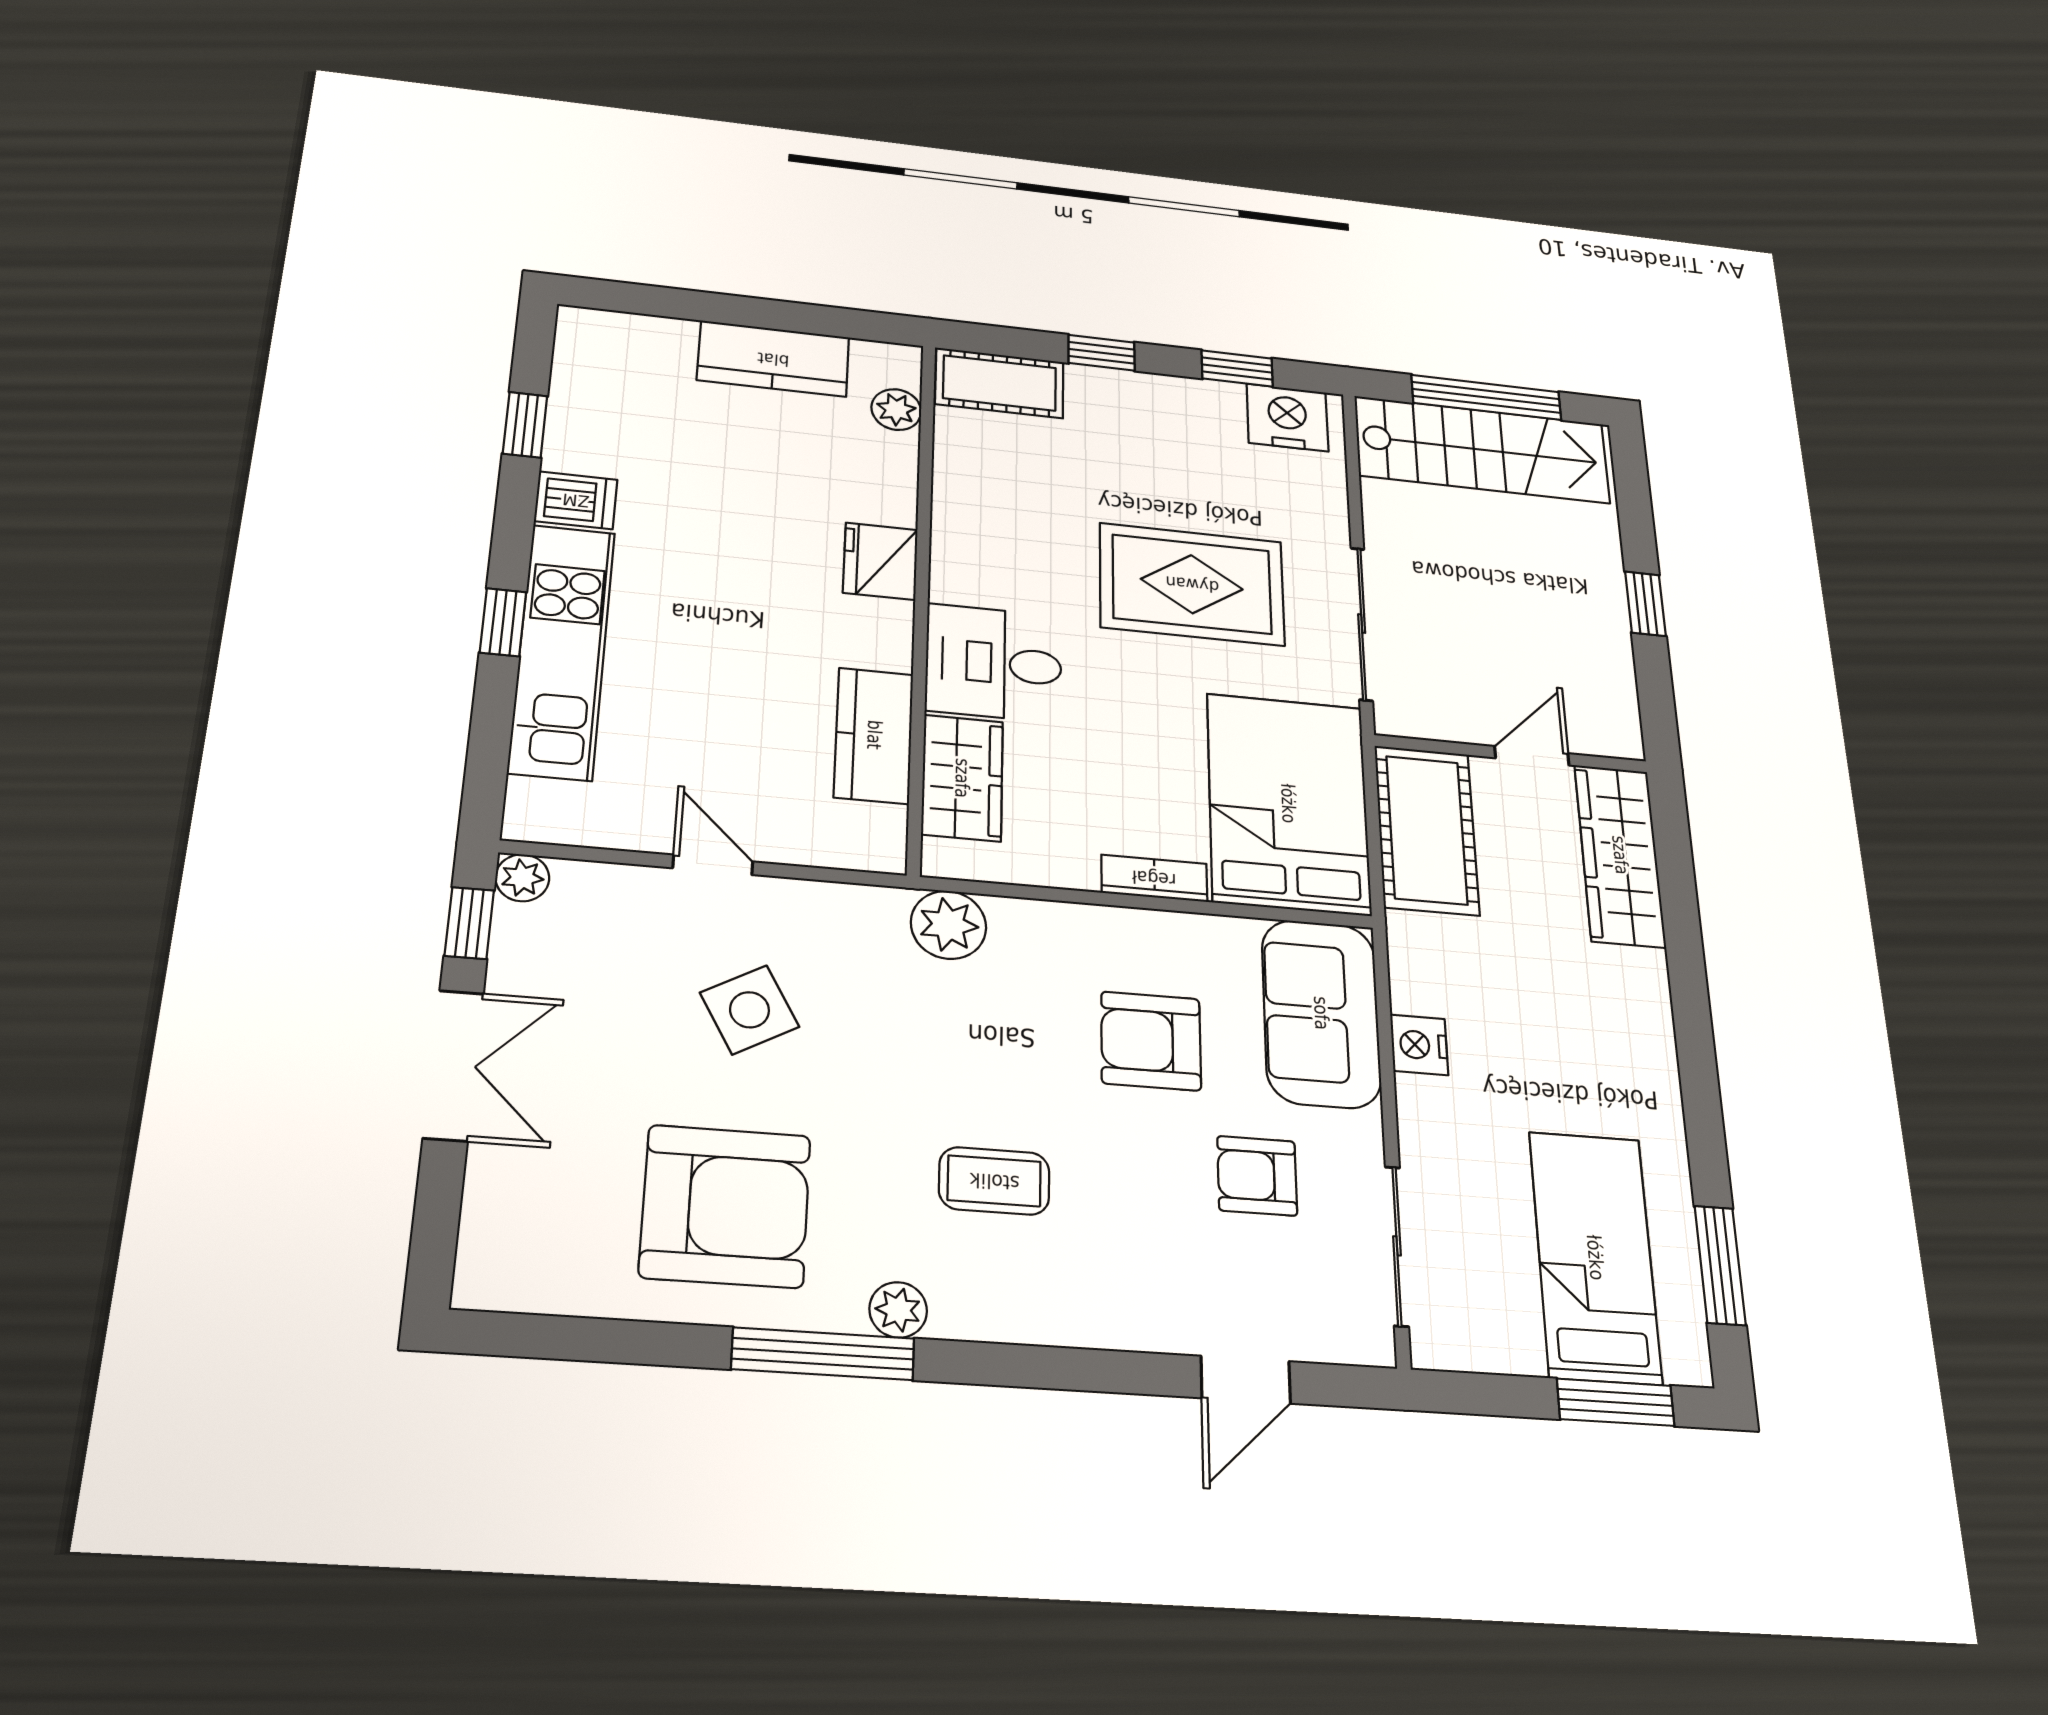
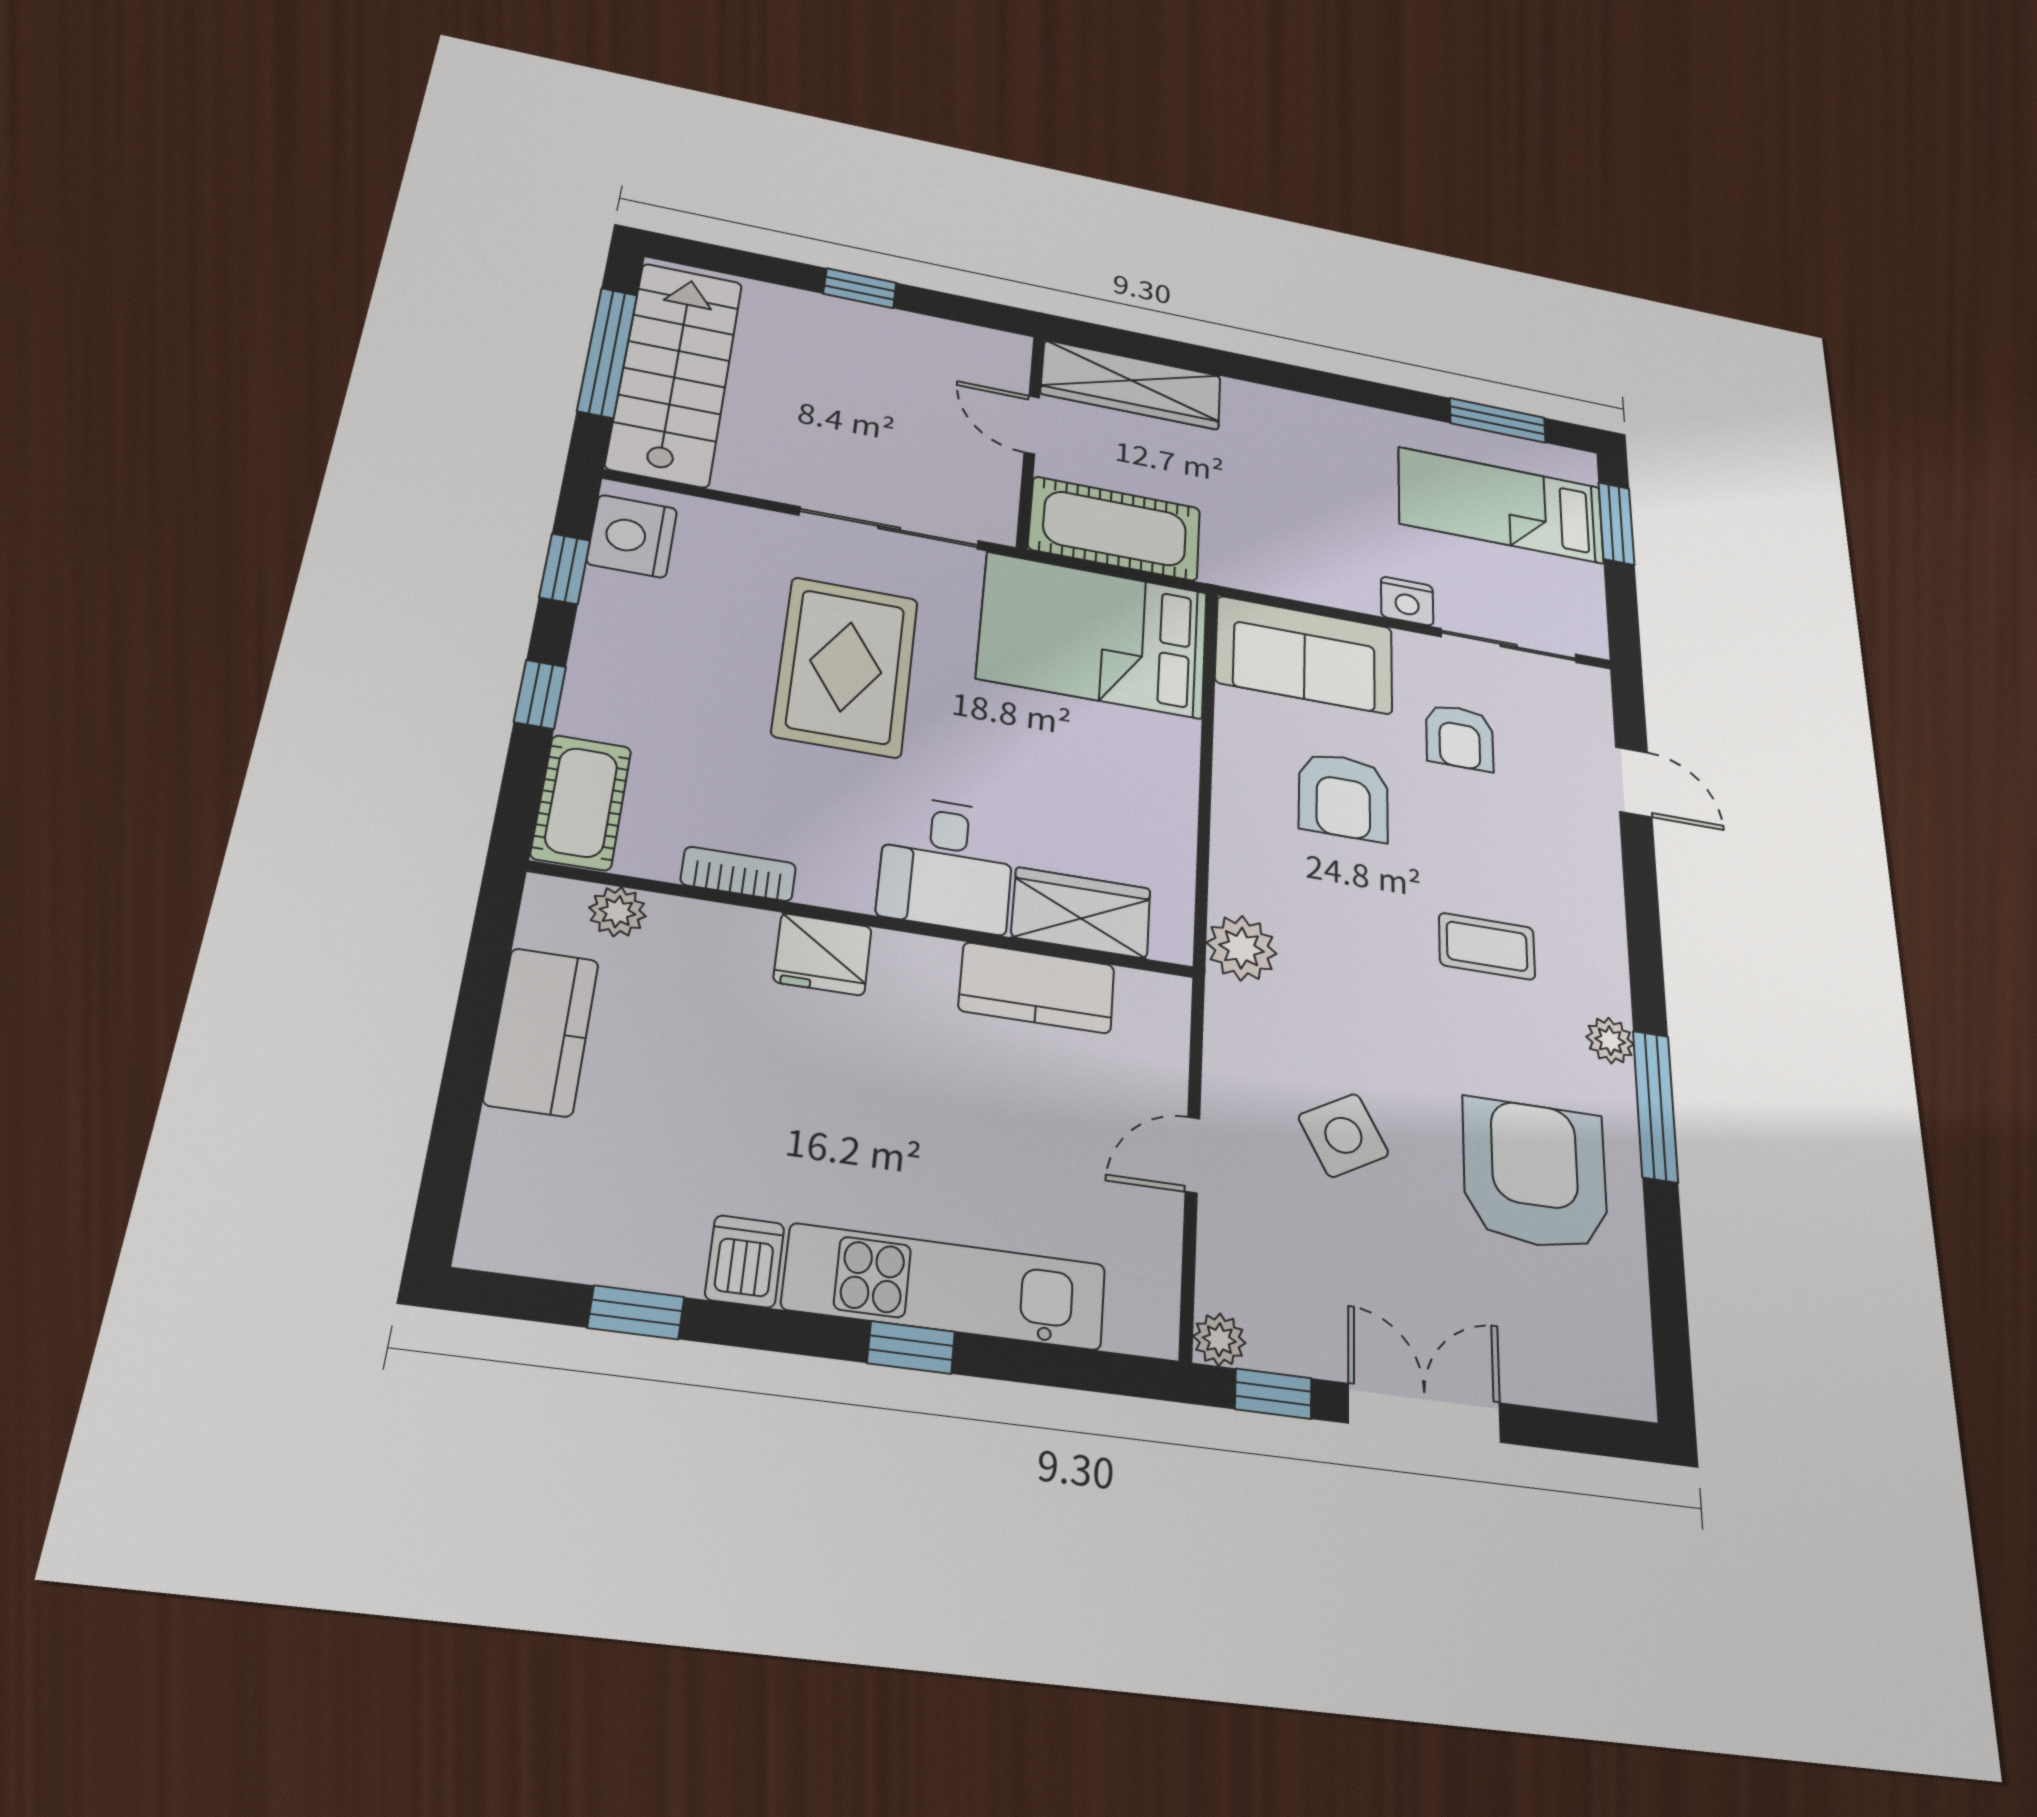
bookcase: (1154, 878) -> (738, 874), moved, turned 90
nightstand: (1419, 1045) -> (1407, 601), moved
coffee table: (994, 1181) -> (1487, 946), turned 90

